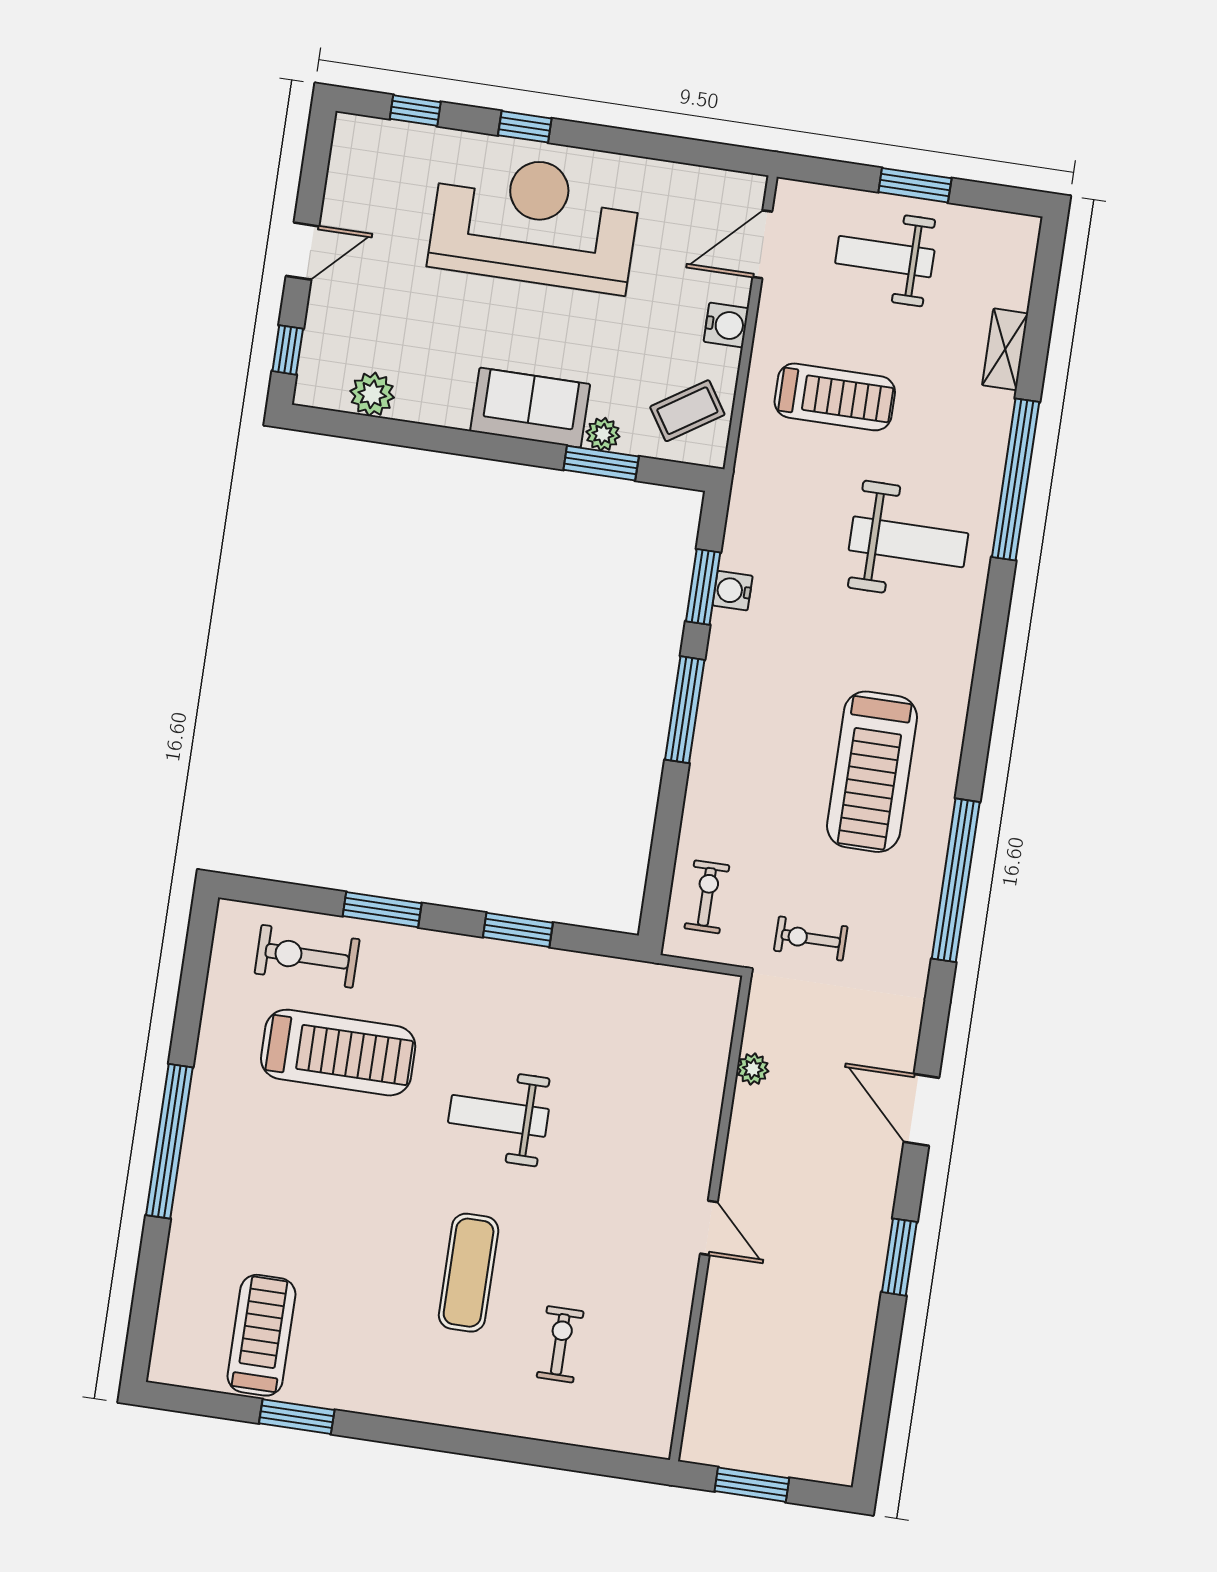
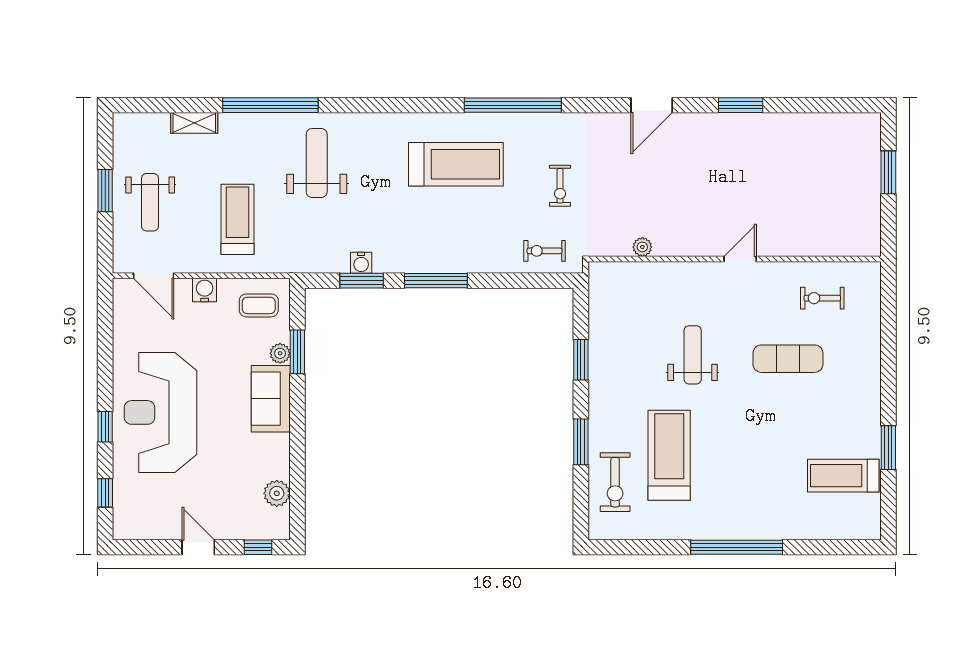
coffee table: (687, 411) -> (259, 305), turned -57
plant: (753, 1069) -> (642, 247), moved
weight bench: (498, 1116) -> (693, 355), turned 180
wall: (710, 1219) -> (735, 259), moved
door: (709, 1228) -> (740, 259), moved

